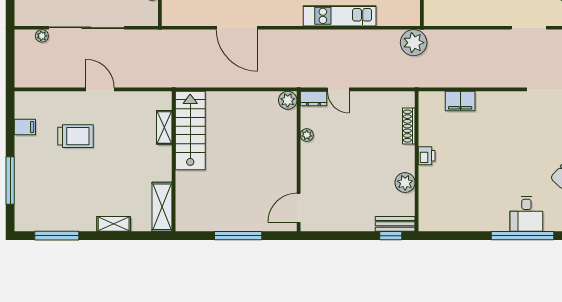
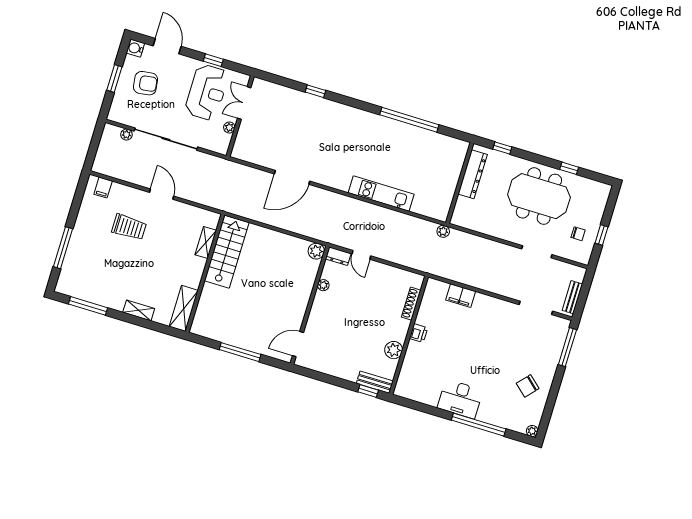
door: (237, 28) -> (292, 177), hinge flipped
plant: (414, 43) -> (443, 231), width x0.53, depth x0.53
filing cabinet: (25, 127) -> (103, 188), moved, turned 90
desk: (526, 214) -> (460, 399), moved, width x1.37

